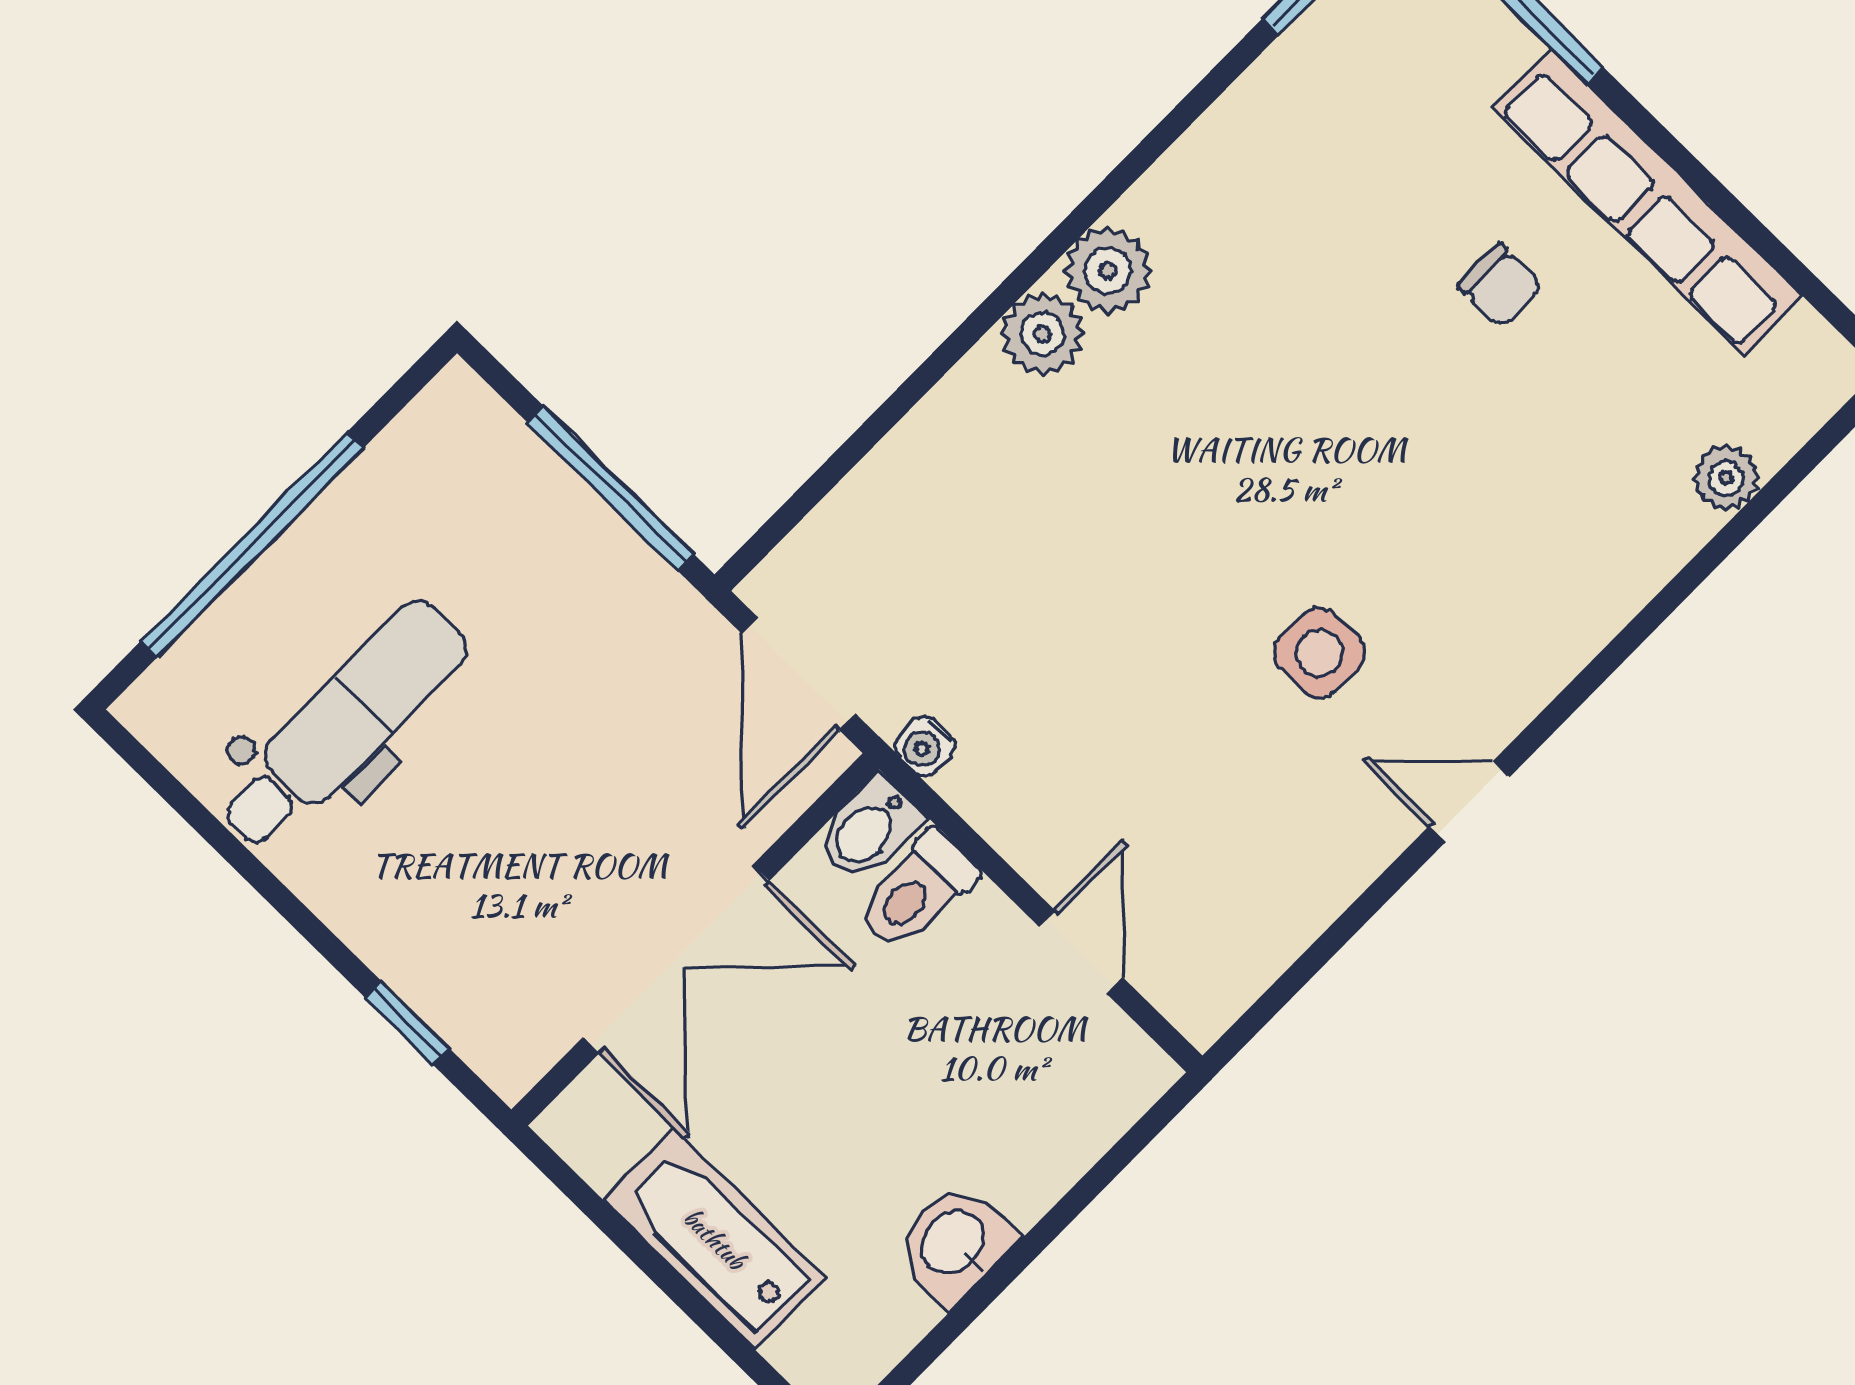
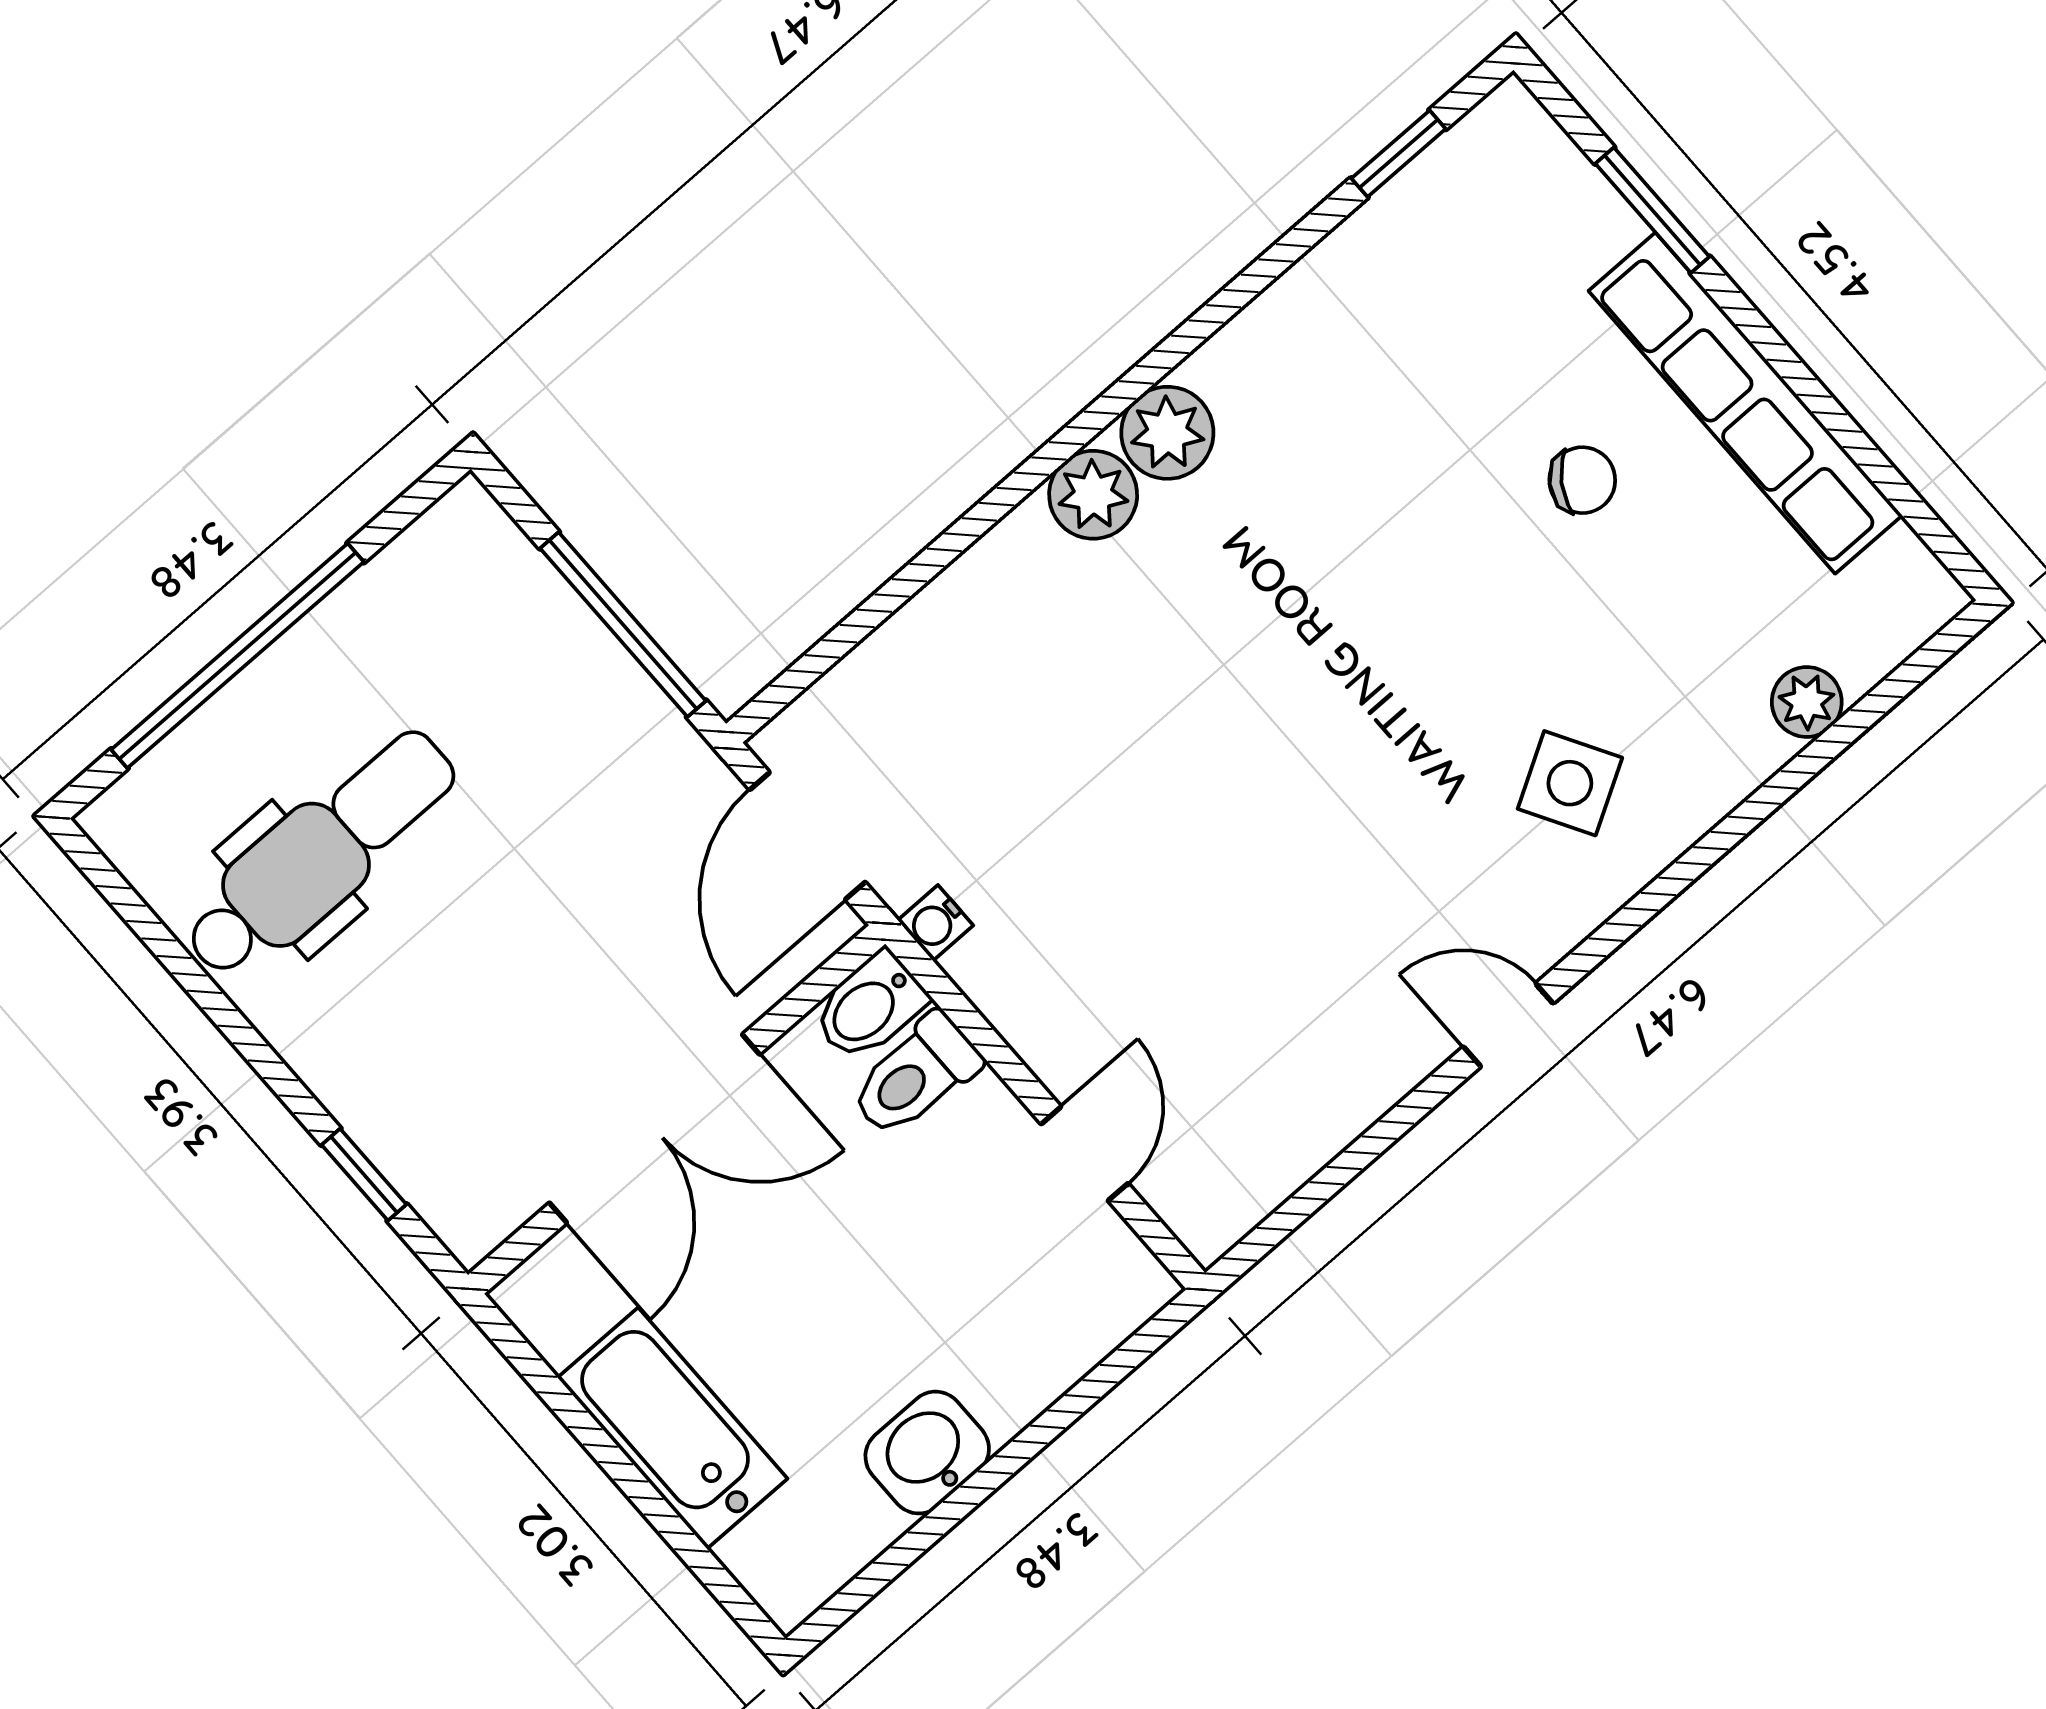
chair: (1500, 286) -> (1582, 480), turned -56
side table: (1319, 653) -> (1570, 783), moved, turned -30

